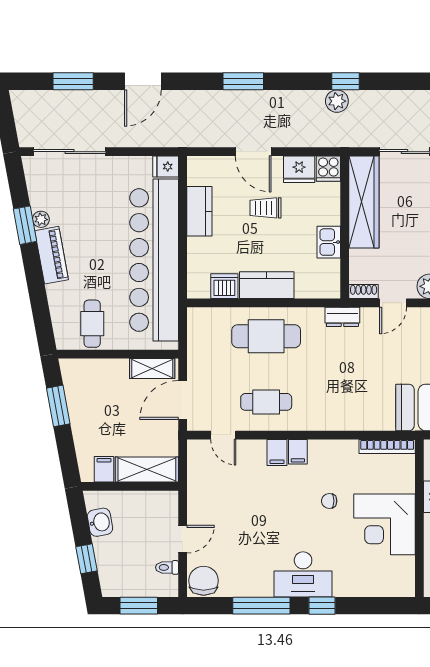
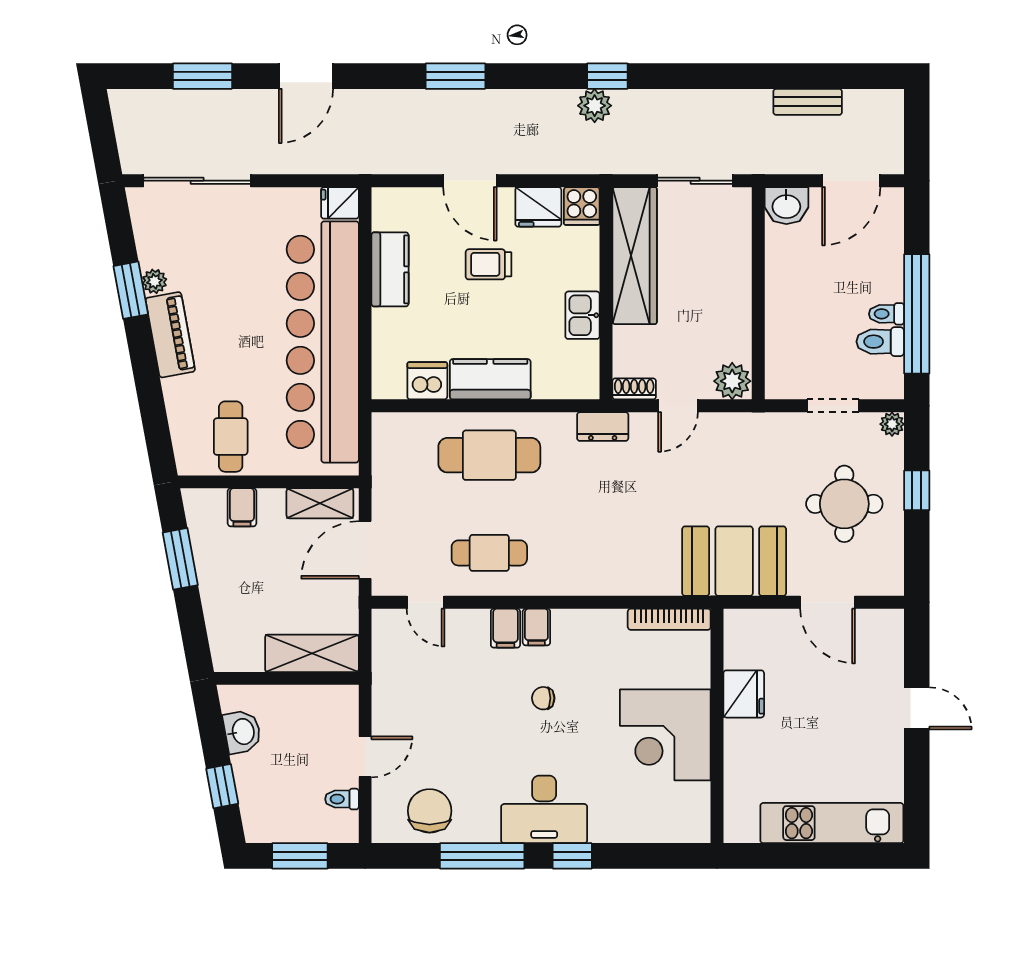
filing cabinet: (104, 469) -> (242, 507), moved, turned 180
chair: (329, 501) -> (543, 698), moved
chair: (204, 581) -> (430, 811), moved

